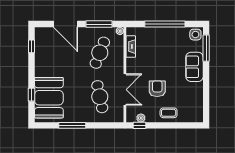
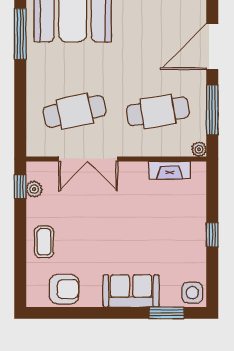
window: (165, 24) -> (212, 235), width x0.32
window: (206, 48) -> (167, 313), width x0.69
cafe table: (100, 53) -> (158, 111), turned -30
armchair: (157, 89) -> (64, 289), moved
window: (72, 125) -> (20, 34), moved

